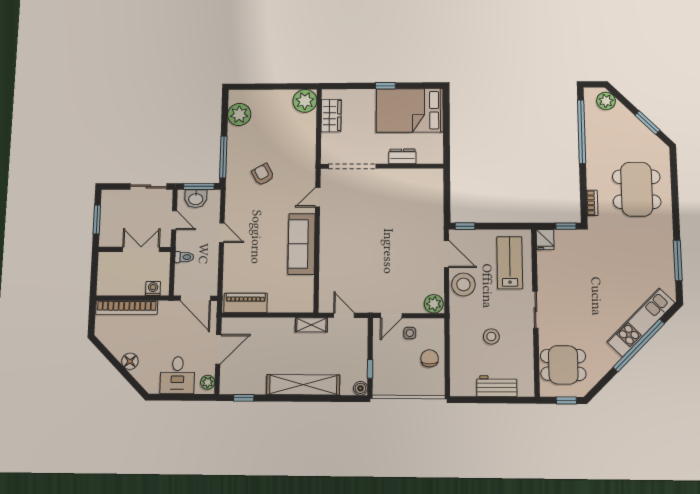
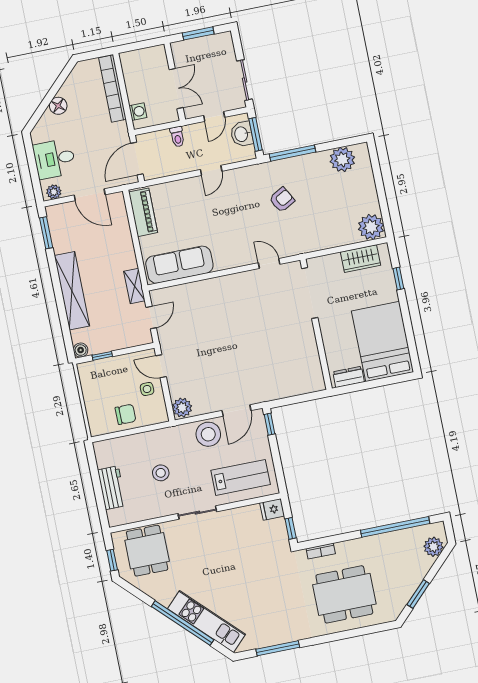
window: (385, 86) -> (398, 279), moved
dresser: (402, 156) -> (349, 377), moved, turned -90
sofa: (302, 244) -> (179, 265), moved
window: (244, 398) -> (46, 233), width x1.50

